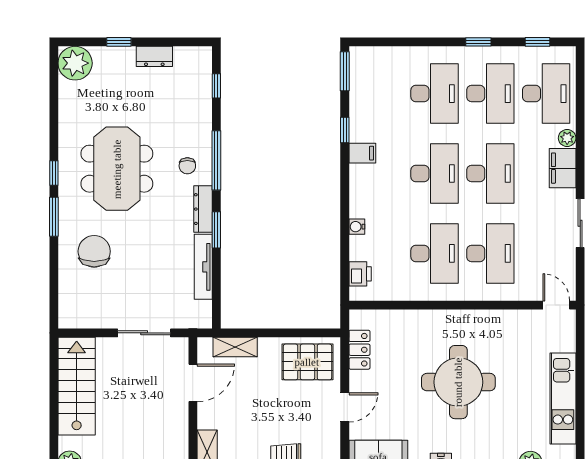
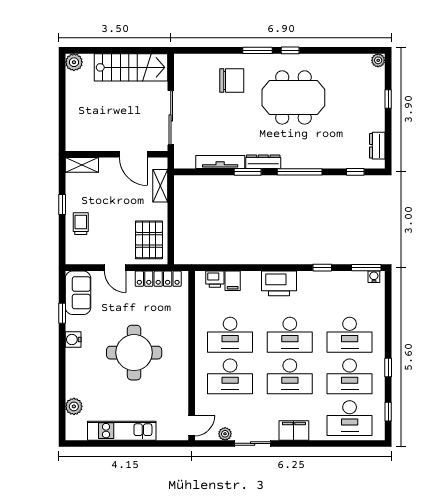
dresser: (154, 56) -> (377, 146), moved
plant: (75, 63) -> (378, 60), width x0.53, depth x0.53
plant: (567, 138) -> (225, 434), moved
filing cabinet: (362, 153) -> (233, 281), moved
chair: (187, 166) -> (296, 150), removed
printer: (366, 188) -> (279, 283), added
water cooler: (357, 227) -> (374, 277), moved
sliding door: (144, 333) -> (171, 118), width x1.37
locker: (359, 350) -> (158, 279), width x1.53

